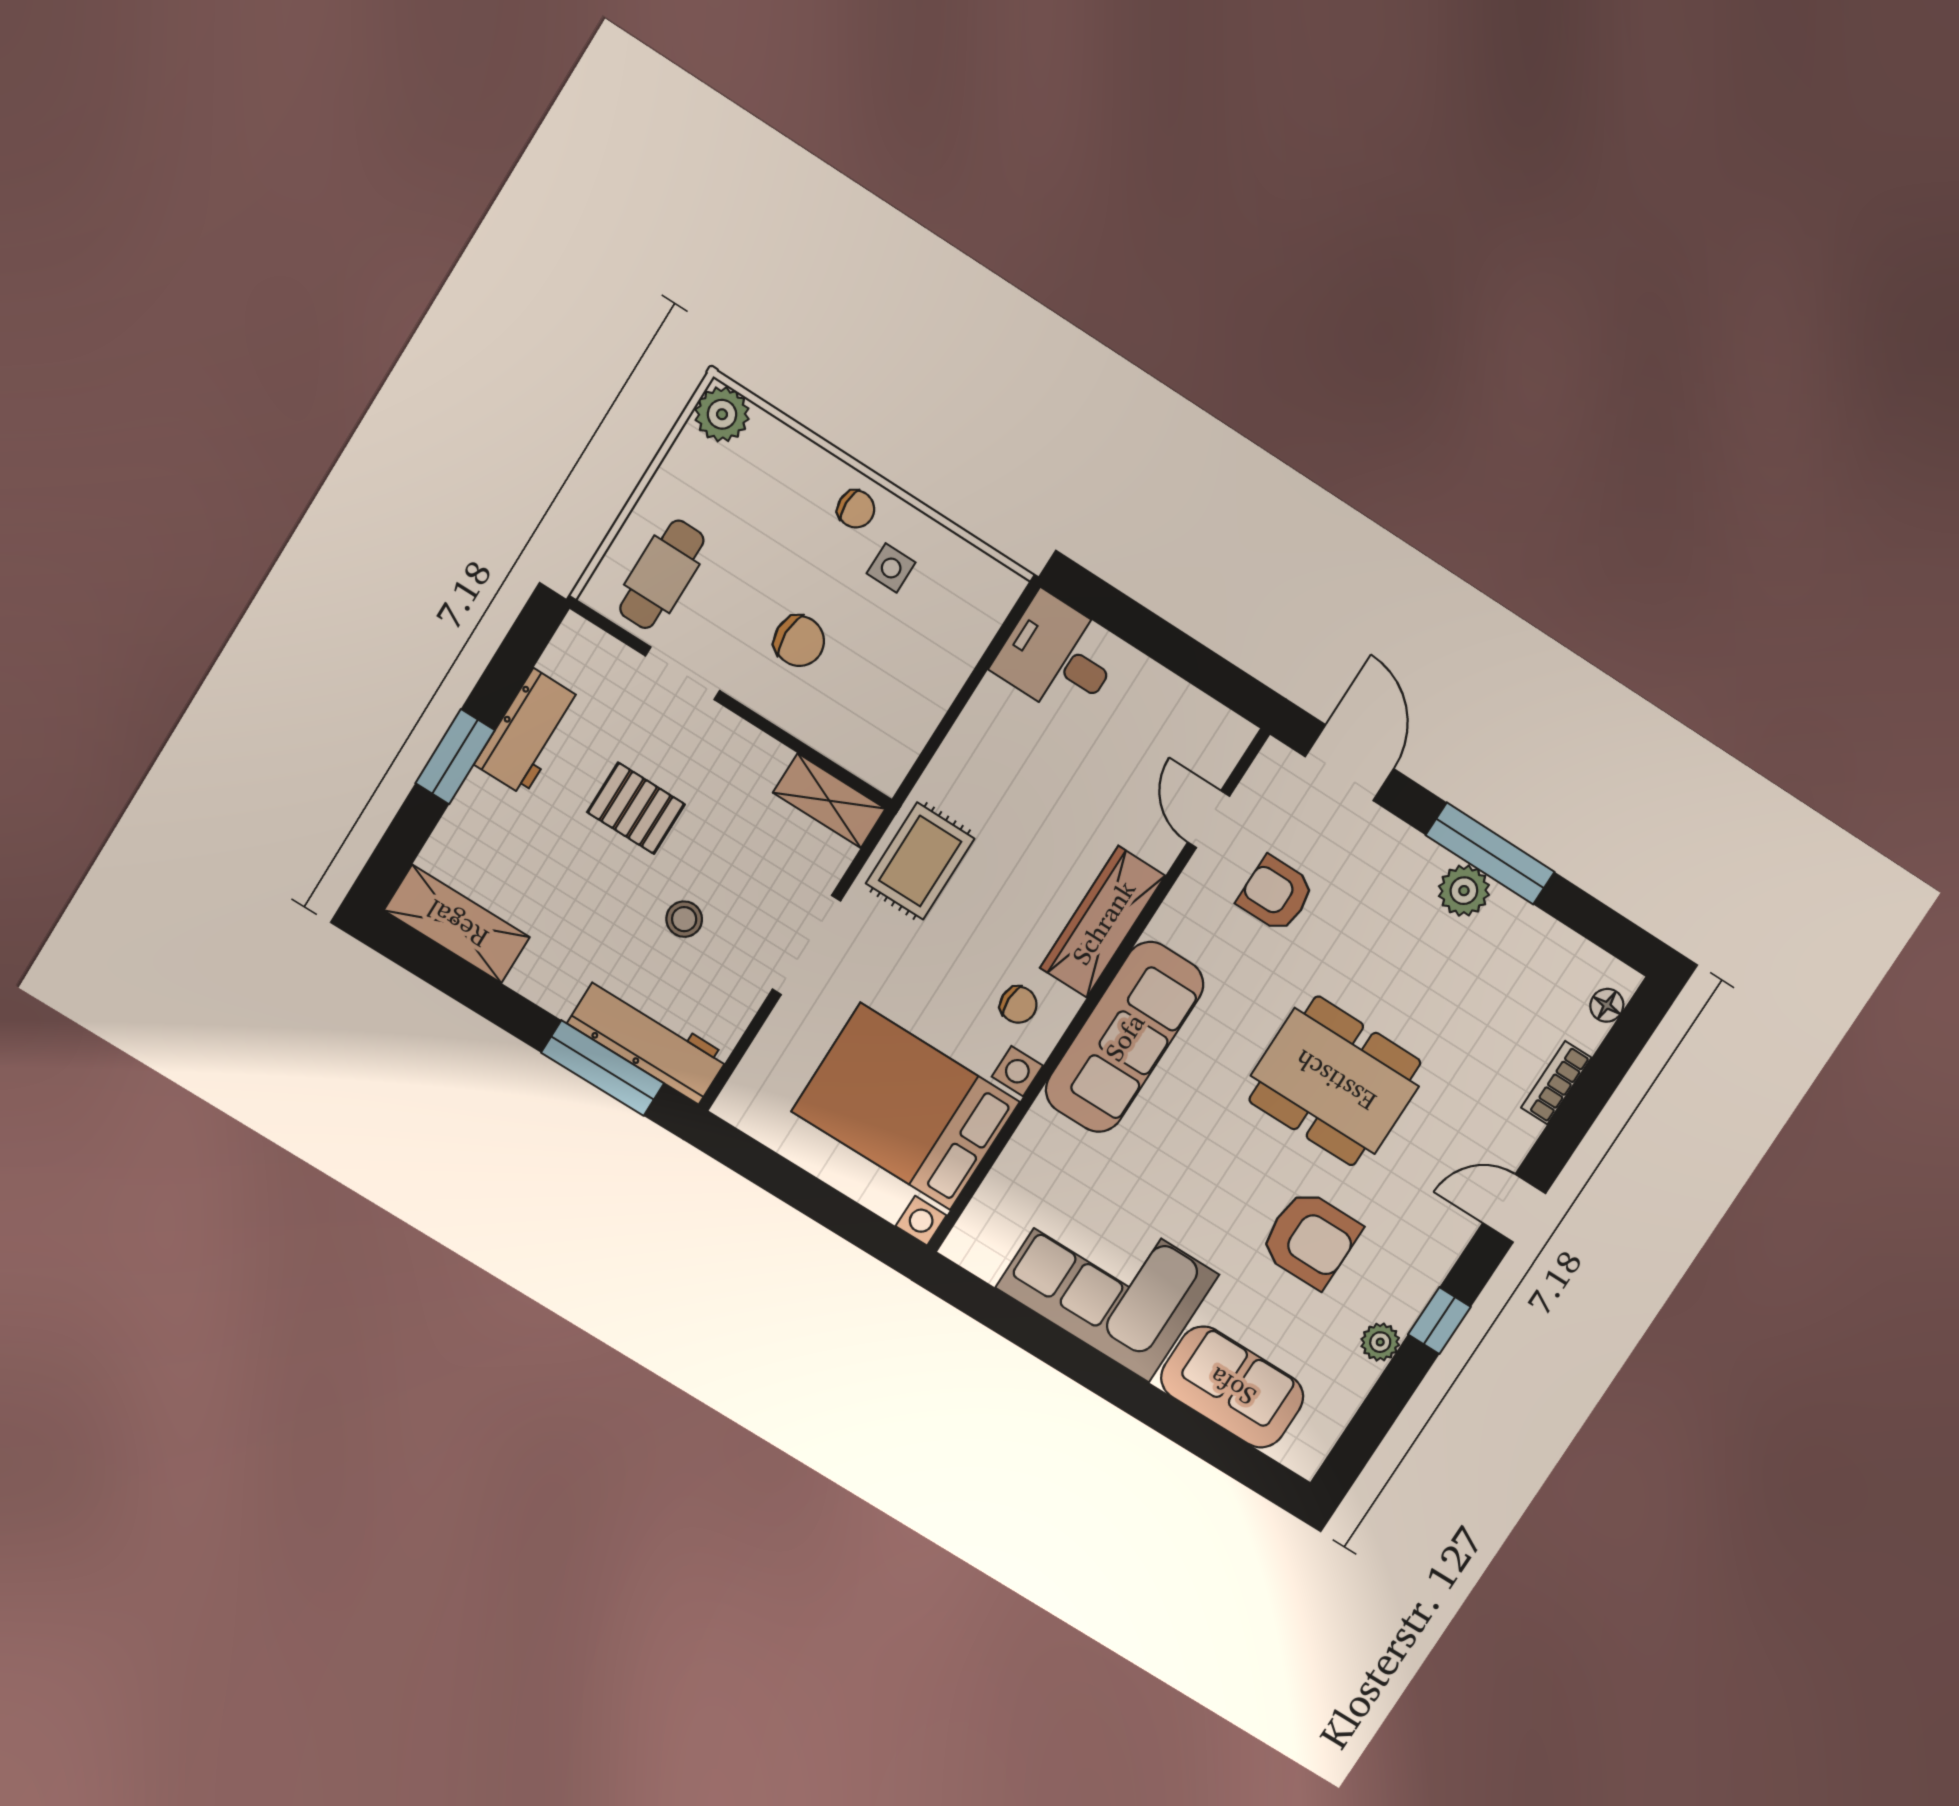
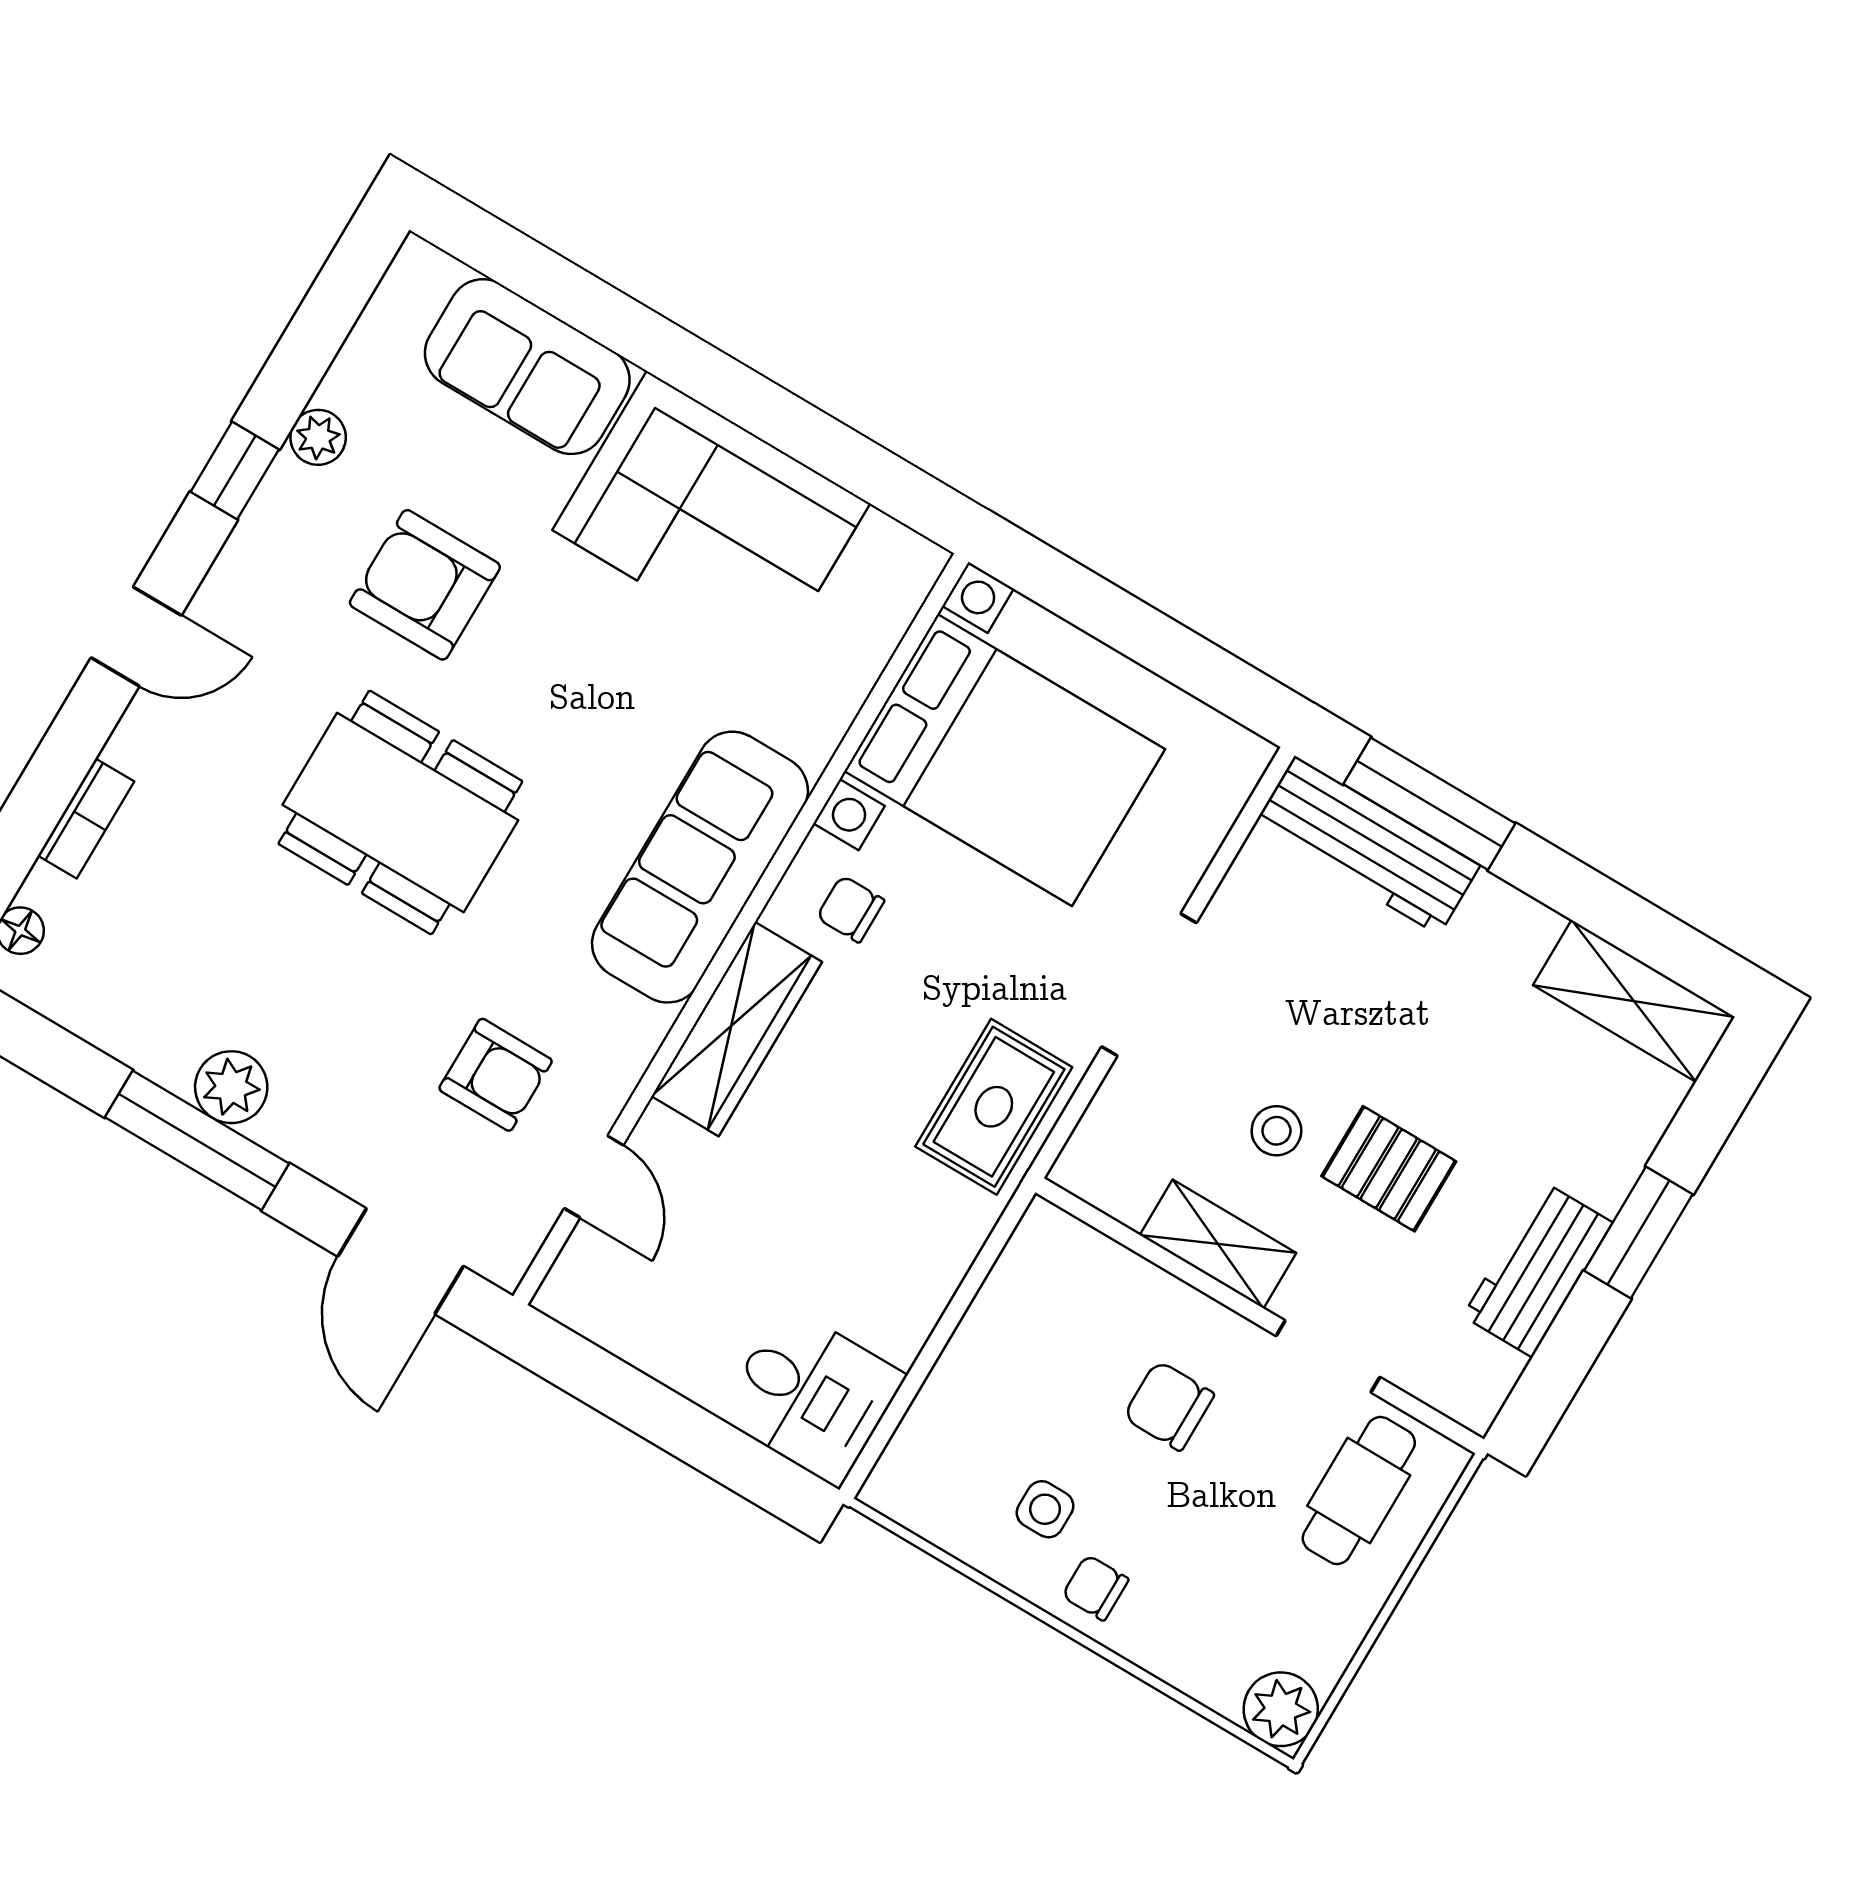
shelving: (829, 801) -> (1218, 1244), moved
stool: (684, 919) -> (1276, 1131), moved

